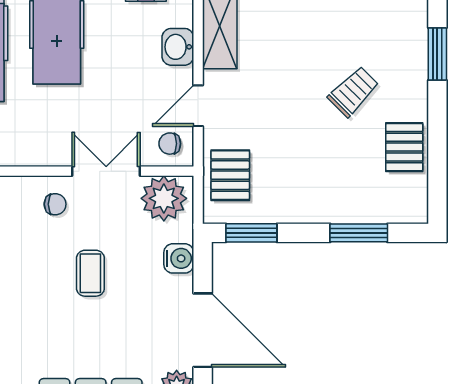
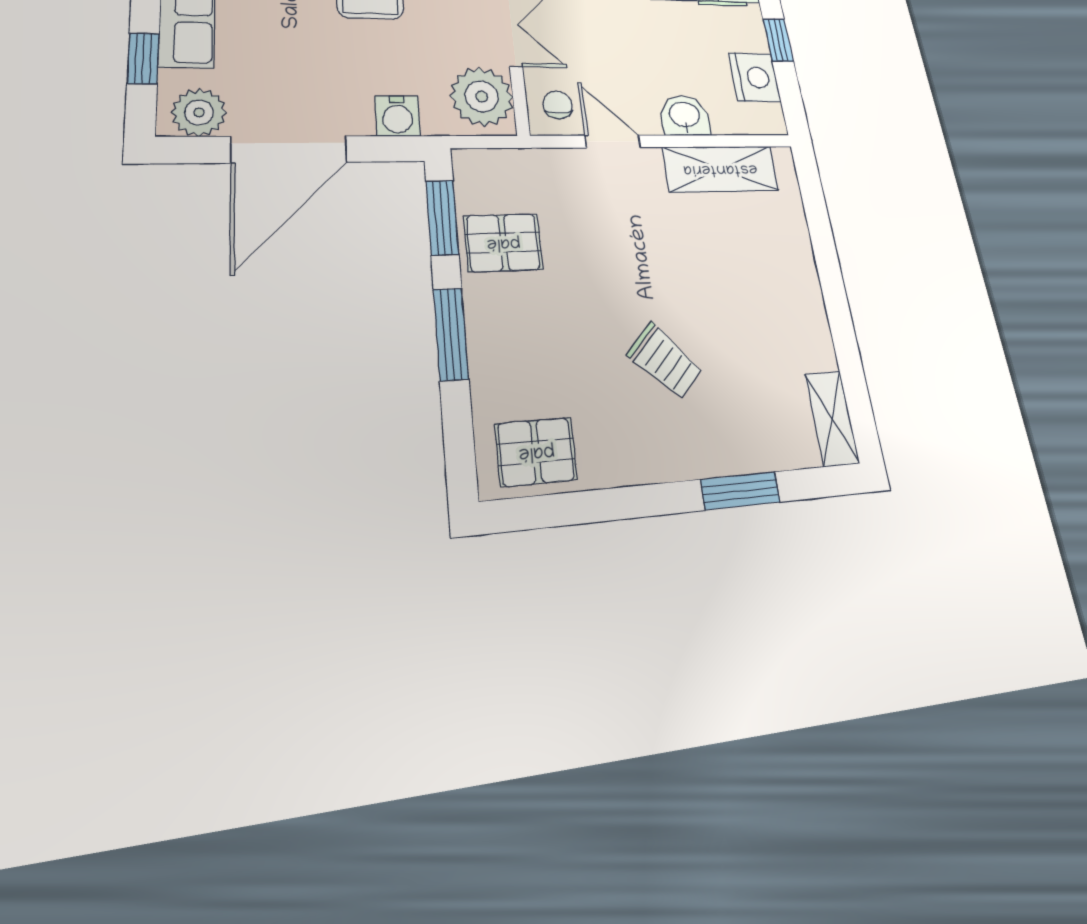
pallet: (404, 147) -> (536, 452), moved
pallet: (230, 175) -> (503, 243), moved
window: (359, 233) -> (451, 334), moved

